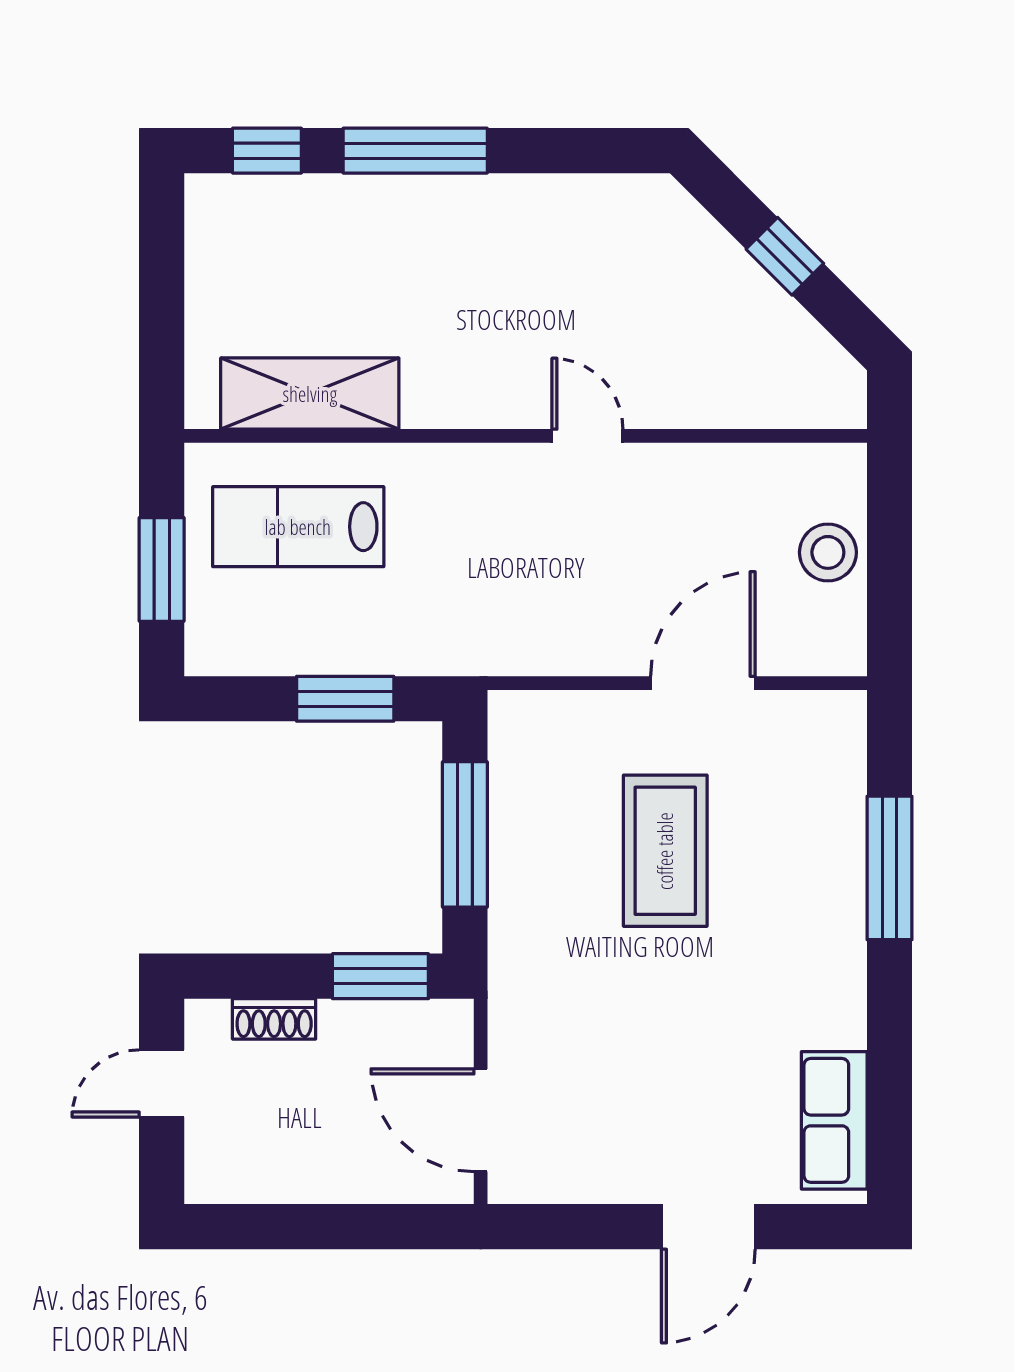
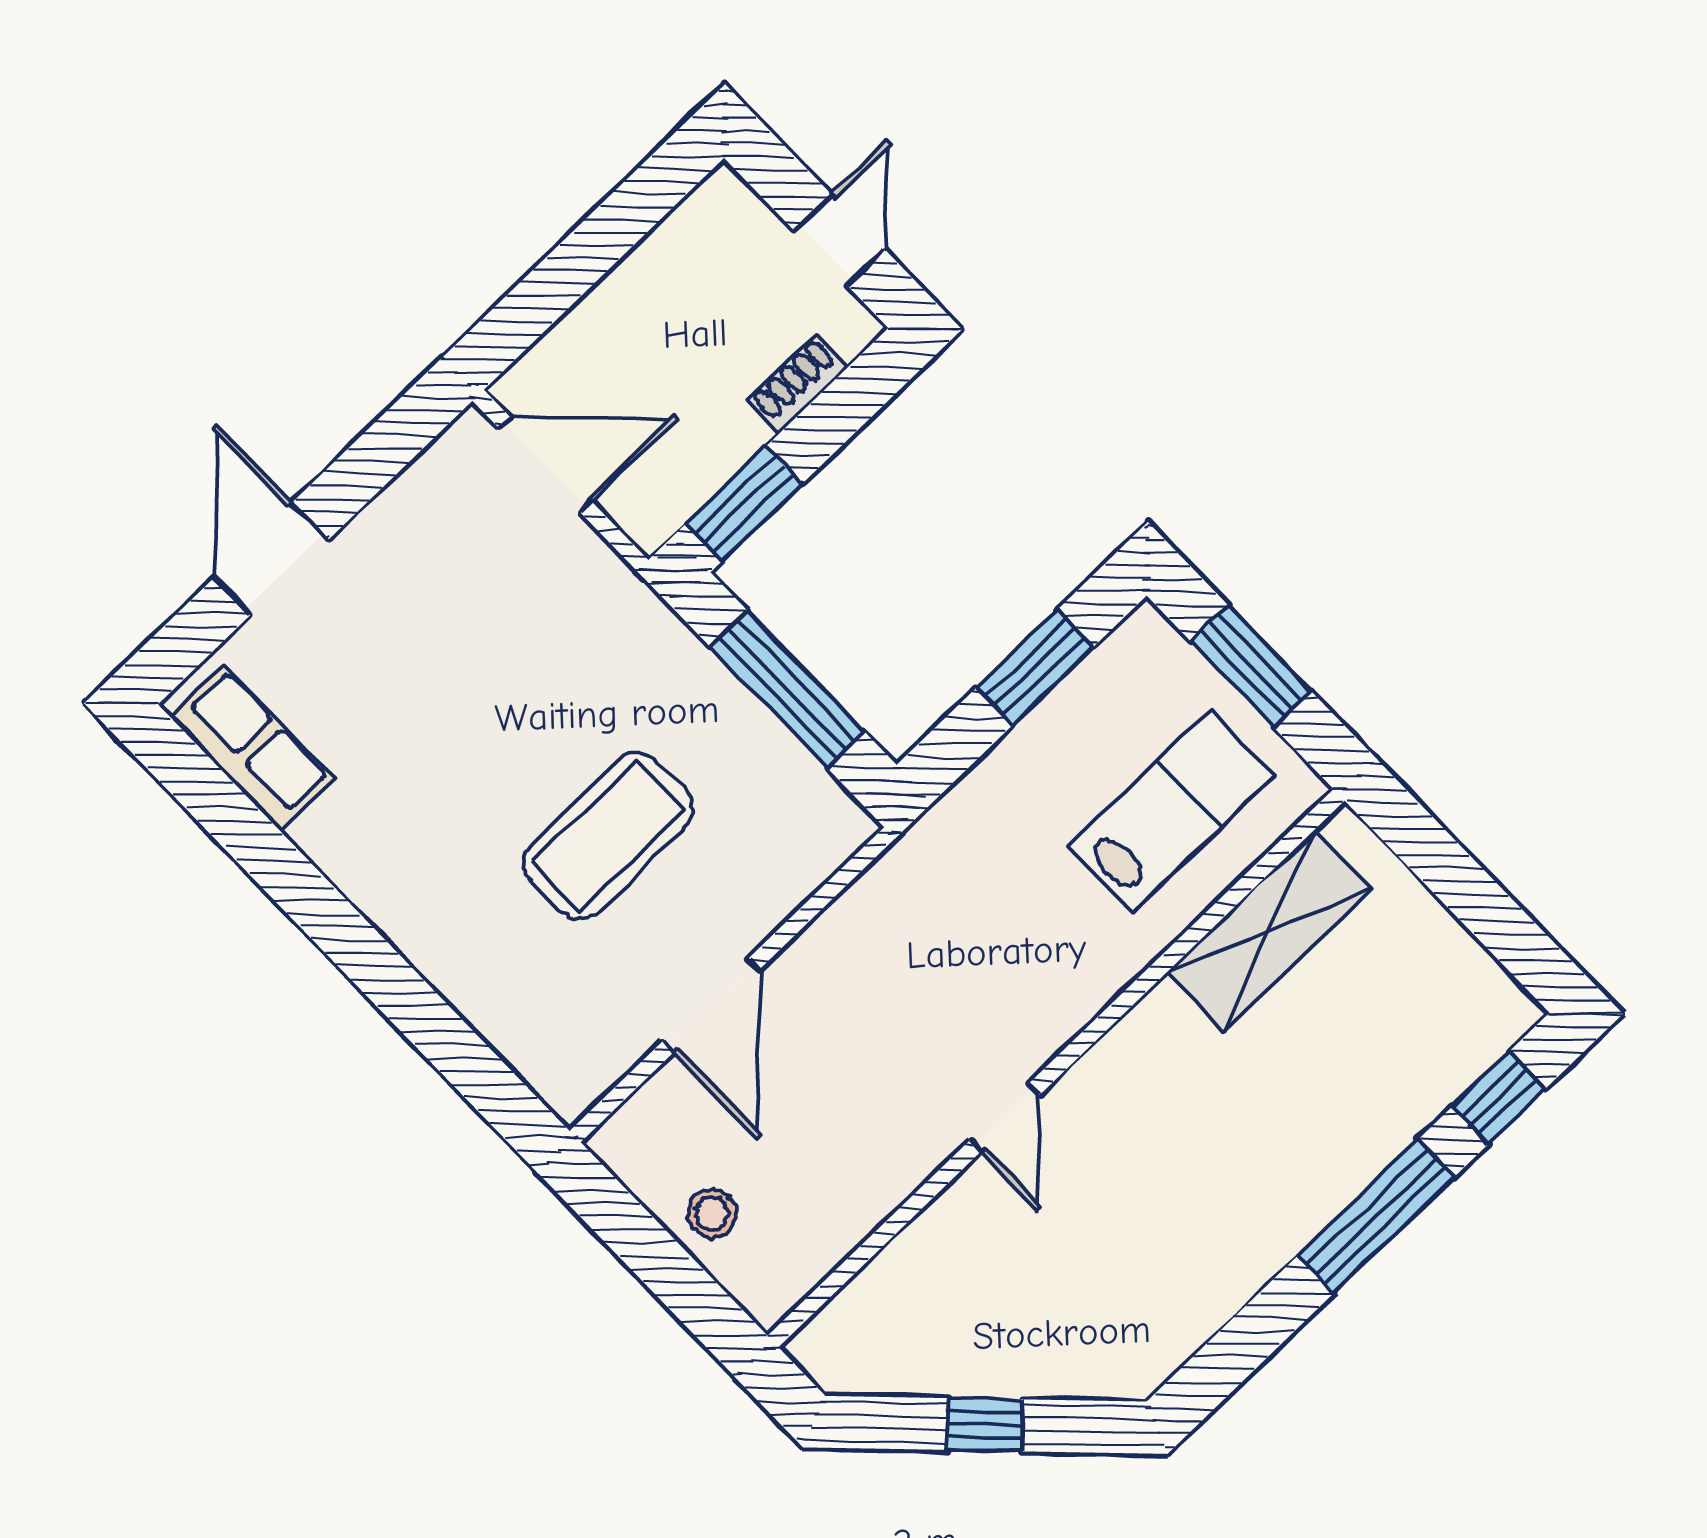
door: (587, 436) -> (1005, 1118), hinge flipped
stool: (828, 552) -> (712, 1214), width x0.73, depth x0.73
window: (345, 699) -> (1035, 667), moved
coffee table: (665, 851) -> (608, 836), turned 90
window: (889, 868) -> (408, 1001), removed

